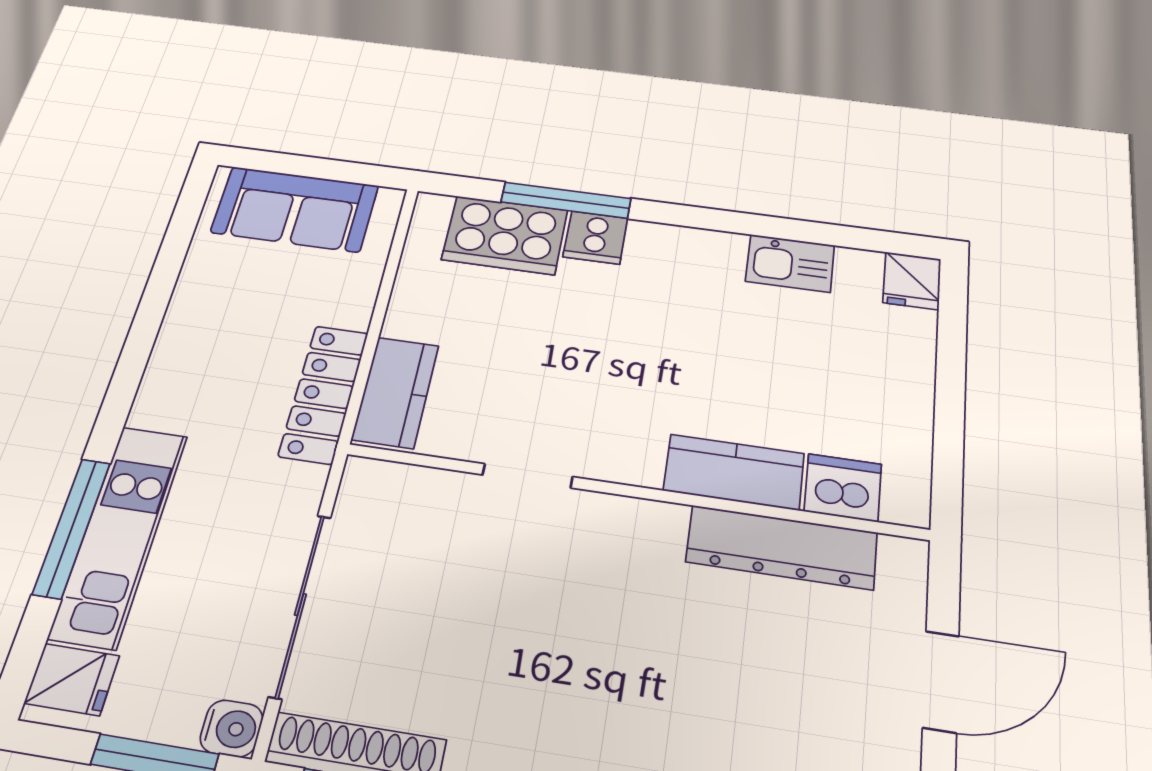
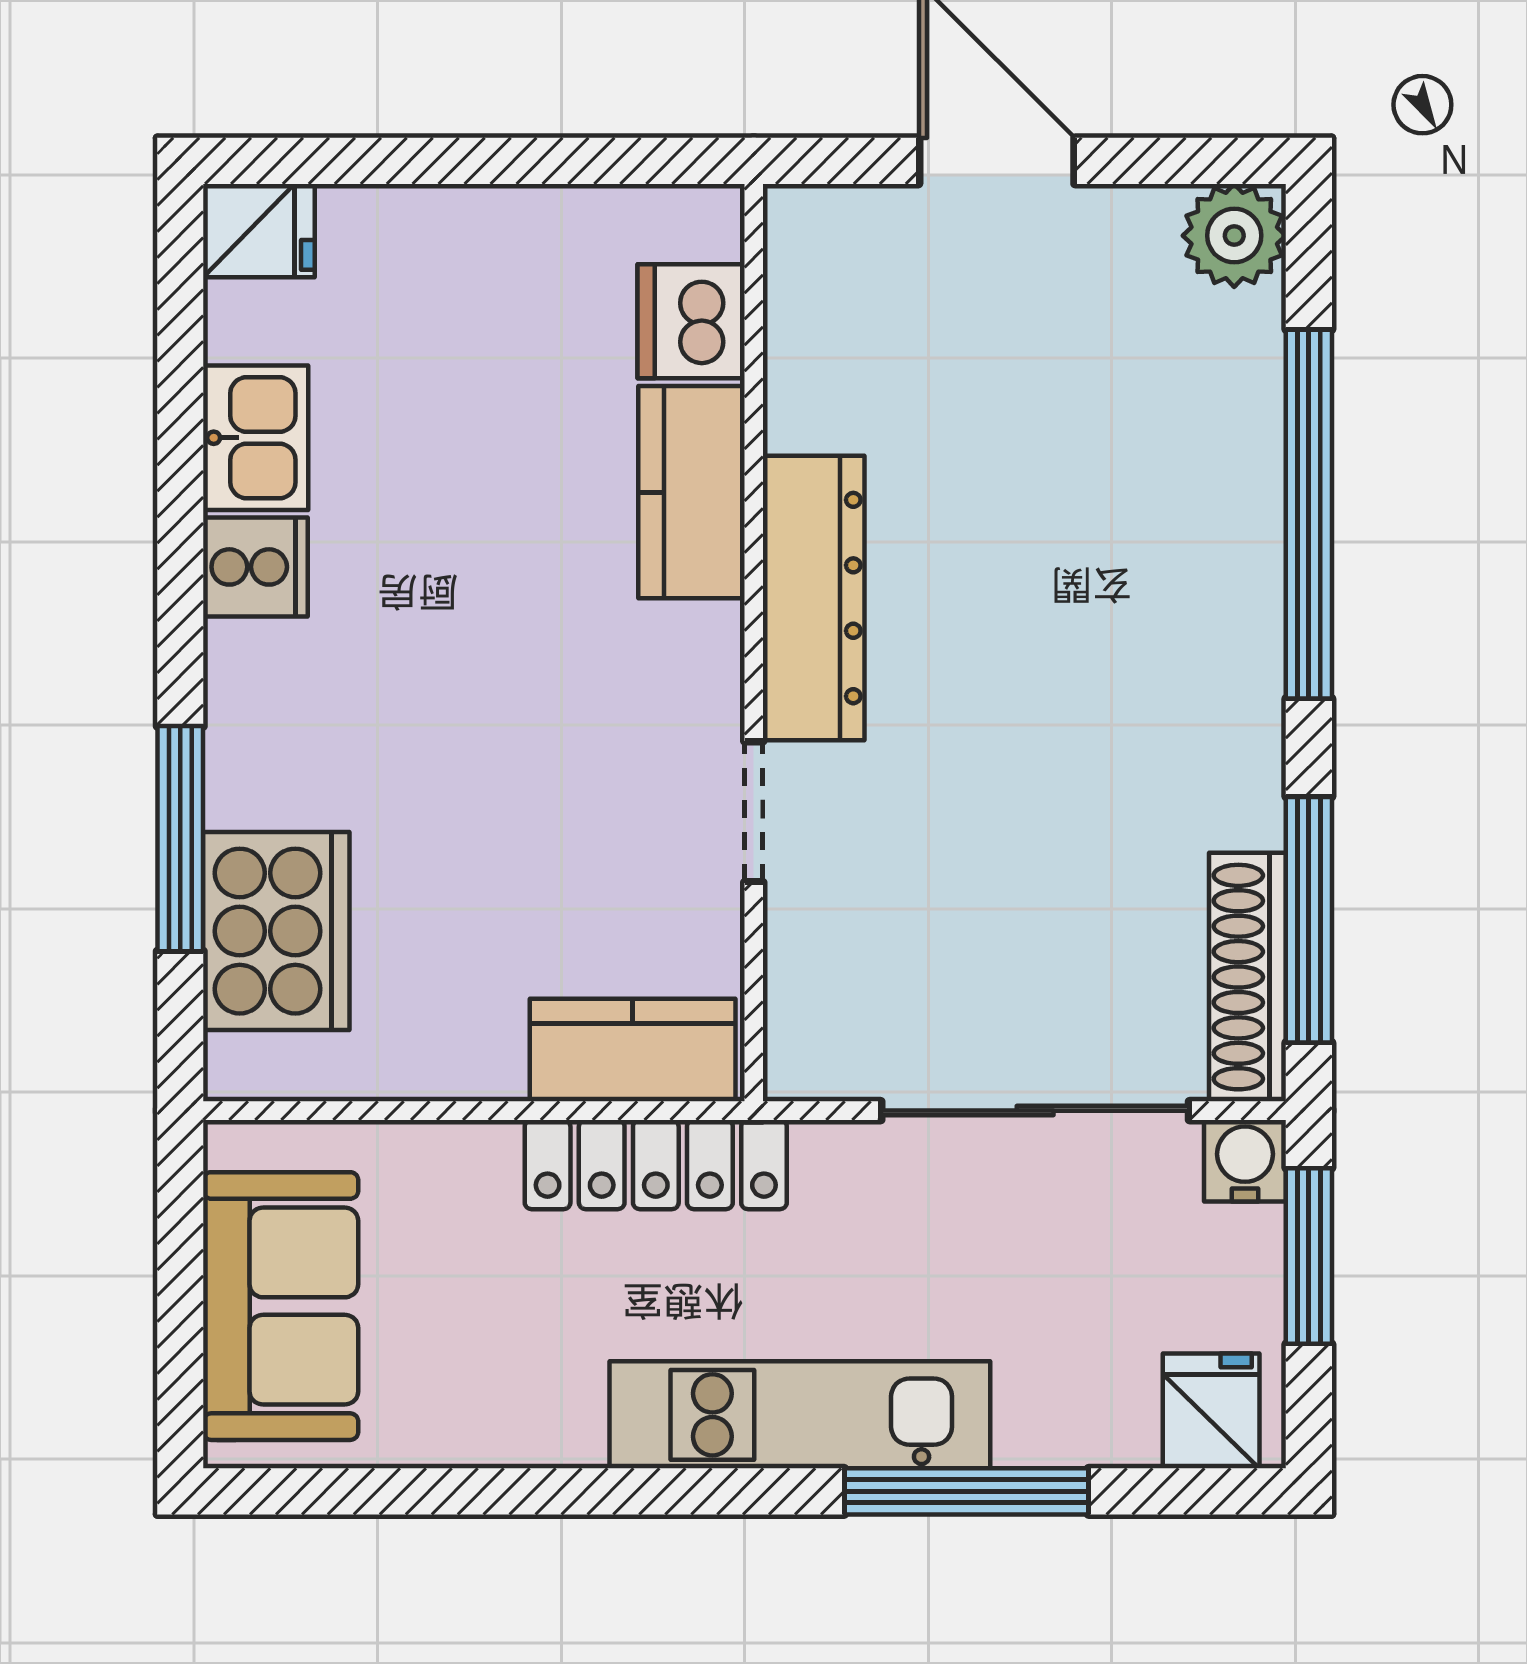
cooker: (595, 237) -> (255, 567), moved
kitchen unit: (120, 534) -> (800, 1415), moved
dresser: (782, 547) -> (814, 598), moved

